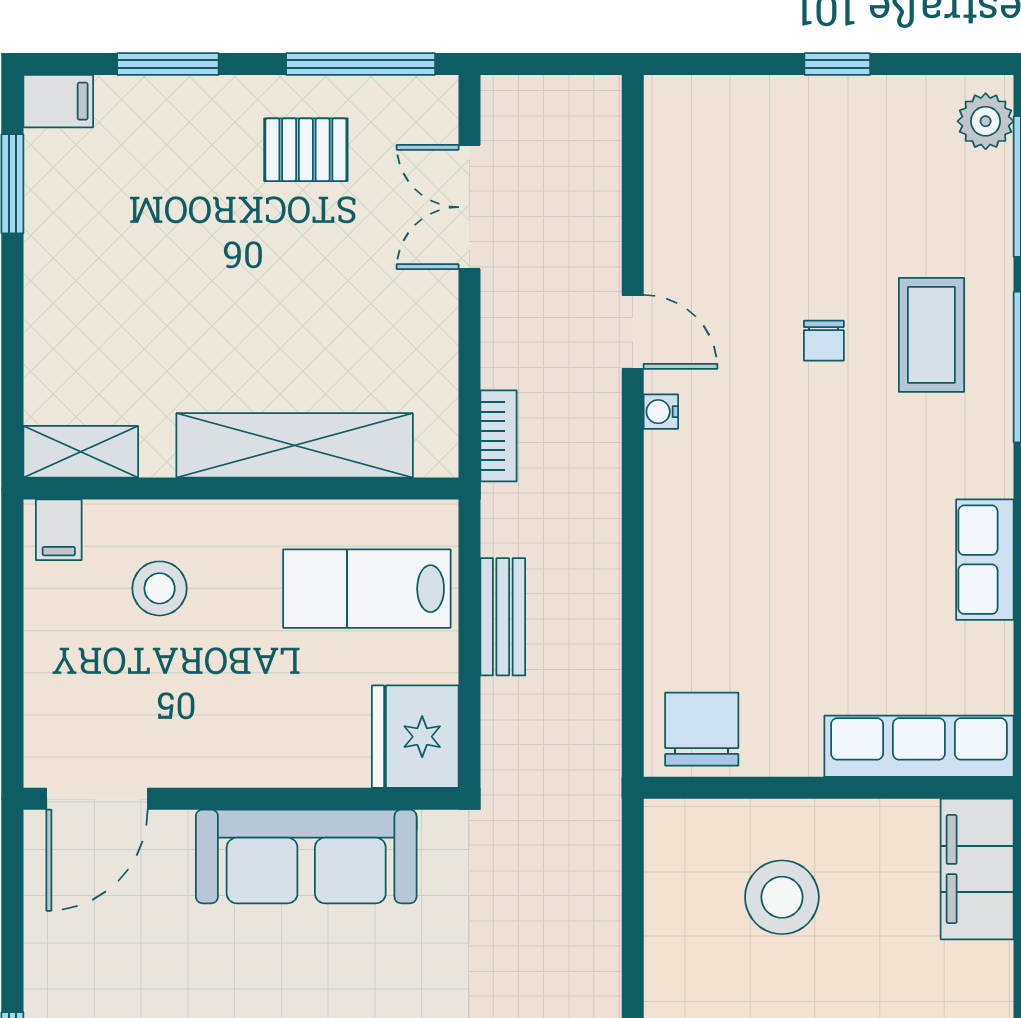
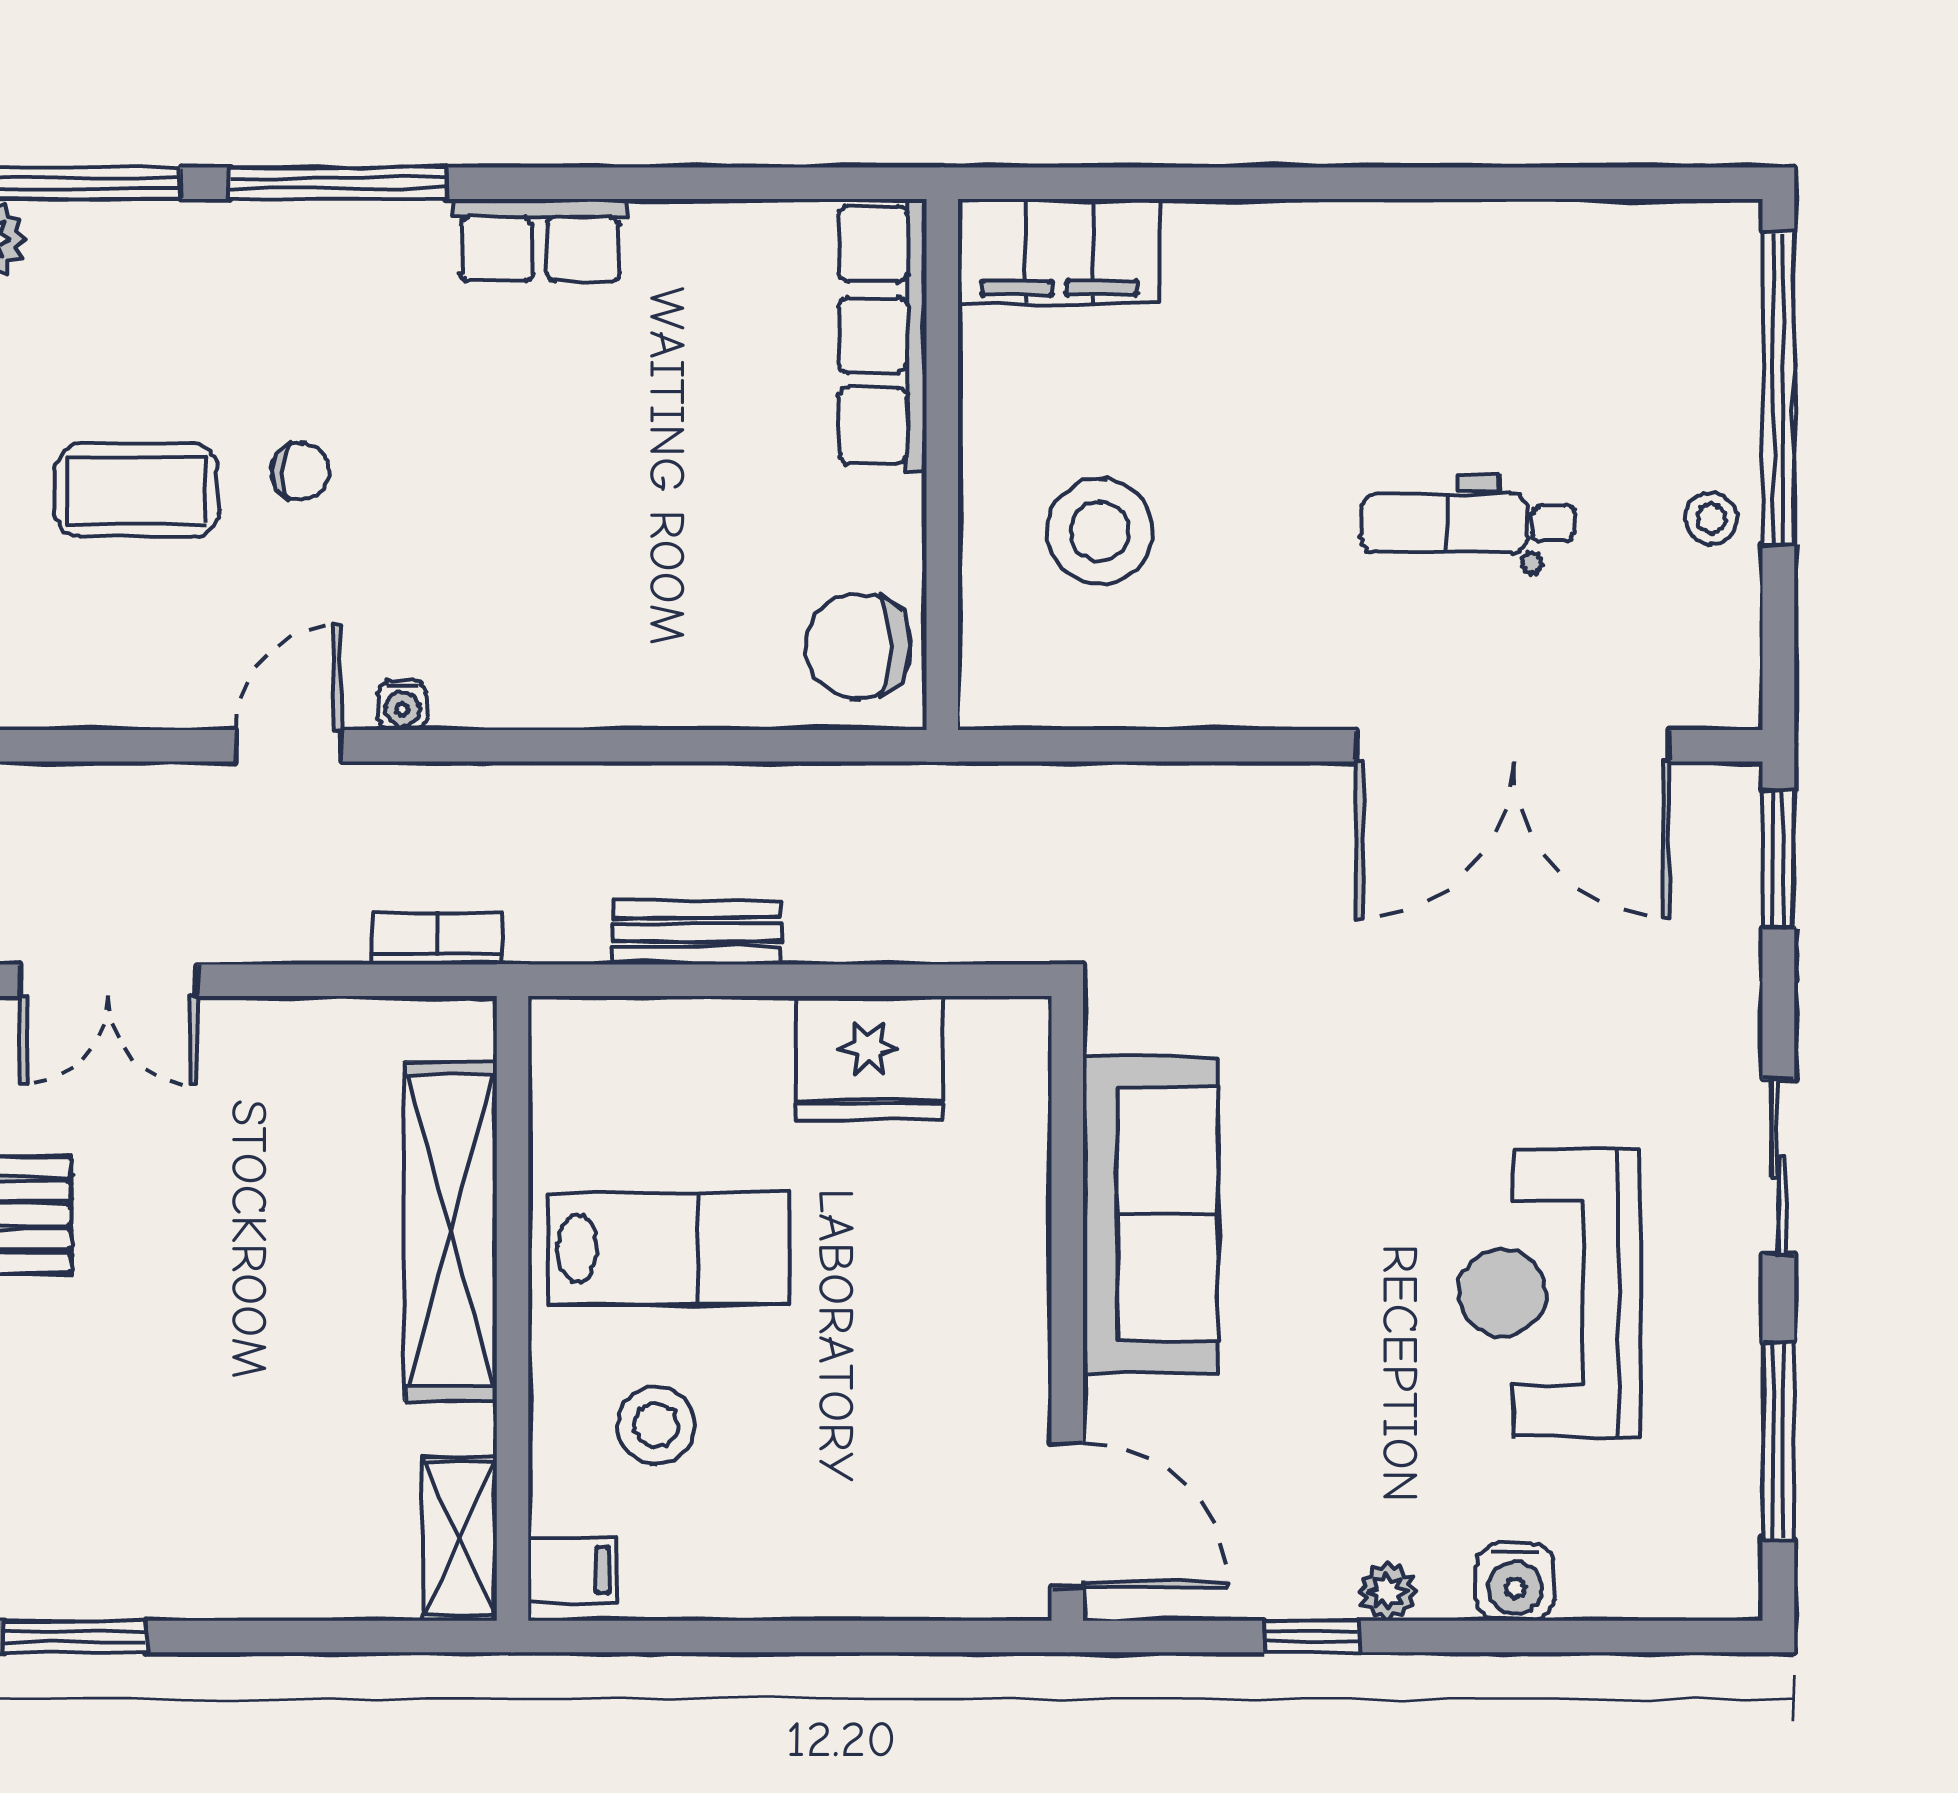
coffee table: (931, 335) -> (137, 490), moved
row of seats: (985, 560) -> (540, 240), moved
lab bench: (367, 589) -> (669, 1249), moved, turned -90
door: (97, 799) -> (1067, 1515), moved
wall: (241, 799) -> (1067, 1308), moved
sofa: (306, 856) -> (1150, 1215), moved

